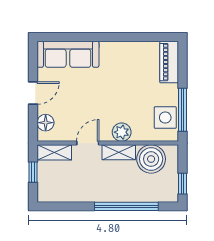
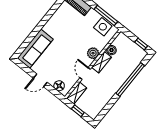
door: (33, 93) -> (40, 80), swing flipped
boiler: (151, 159) -> (111, 50), width x0.54, depth x0.54

